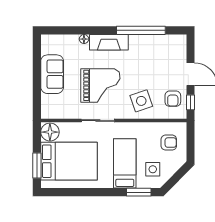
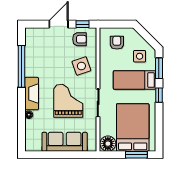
sofa: (52, 74) -> (65, 142), width x1.36
window: (107, 192) -> (159, 95), added

